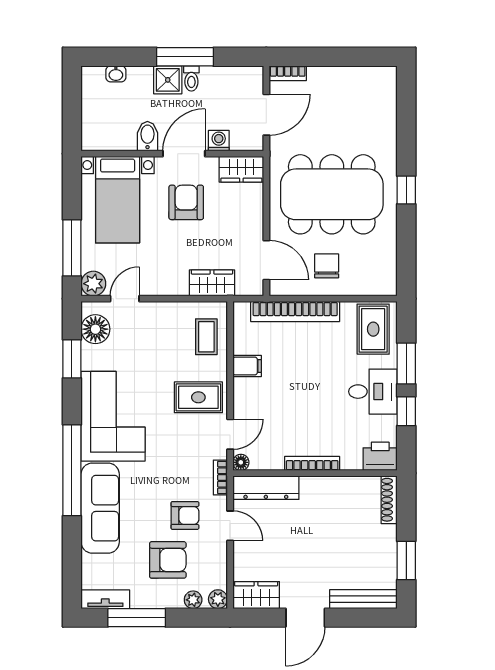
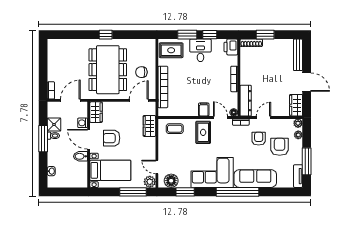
shower: (168, 80) -> (54, 125), moved
door: (266, 115) -> (70, 100), hinge flipped
filing cabinet: (247, 366) -> (204, 110), moved
window: (406, 560) -> (265, 35), moved

